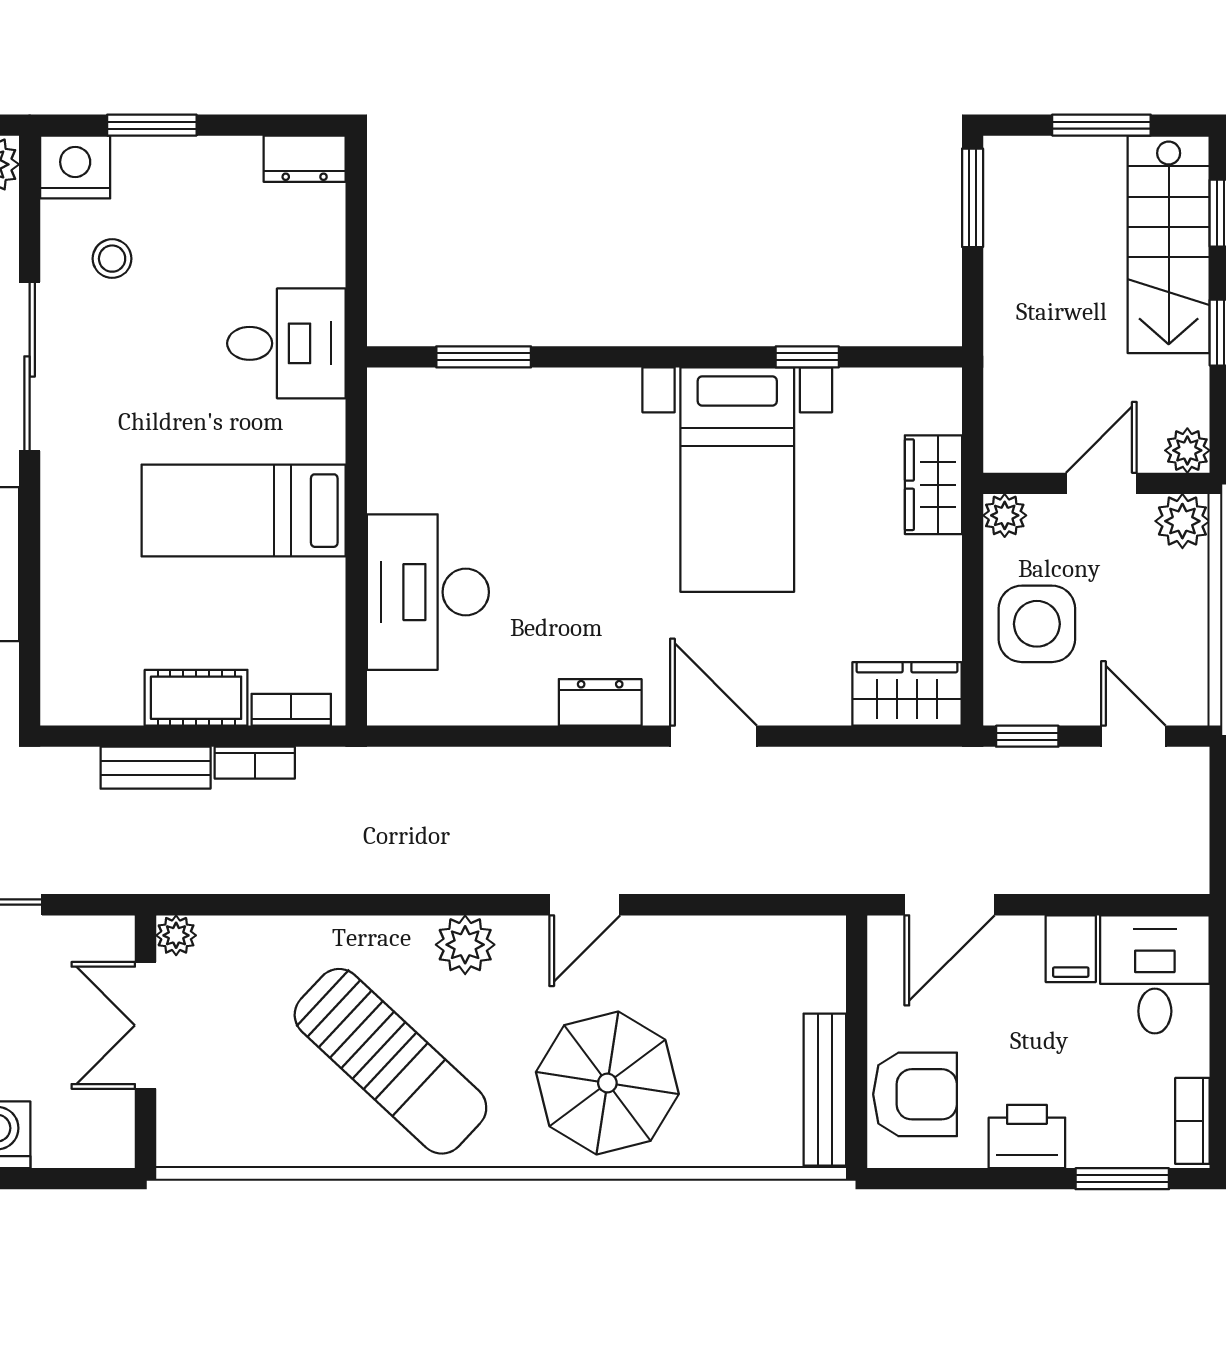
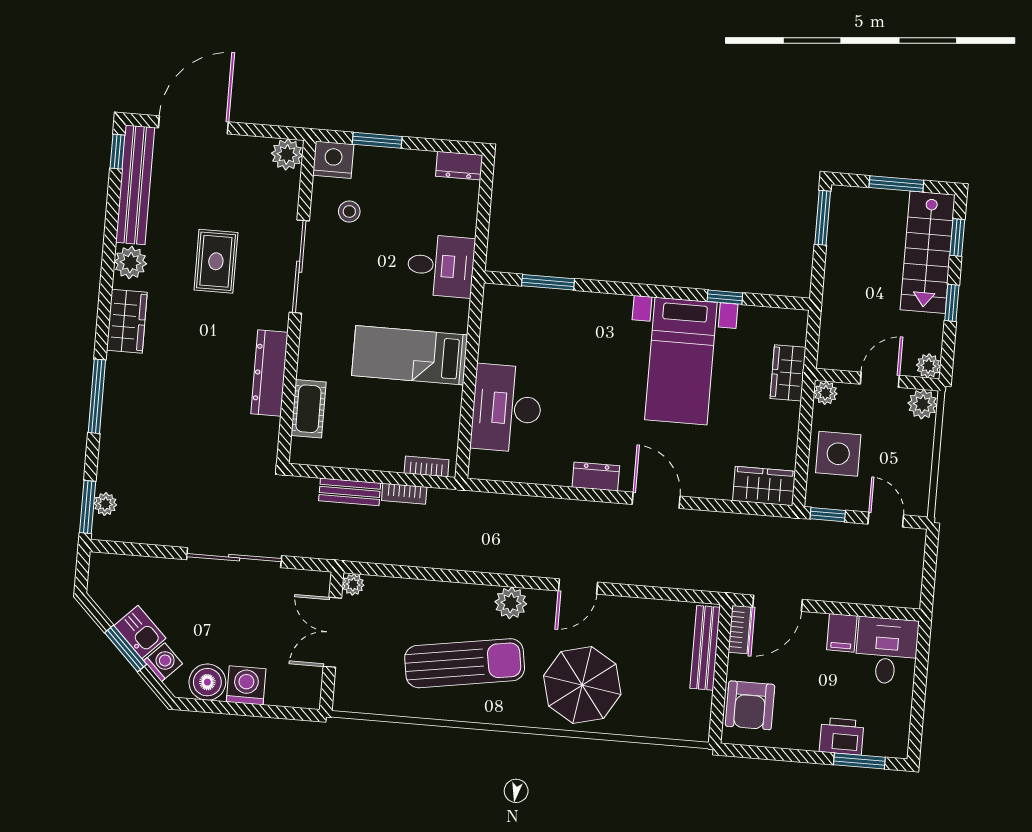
cot: (196, 698) -> (308, 409), moved, turned 90
sun lounger: (390, 1061) -> (465, 663), turned -52
bench: (825, 1090) -> (705, 648), moved
armchair: (915, 1094) -> (750, 705), turned 90
bookcase: (1192, 1121) -> (739, 630), moved, turned 180
printer: (1027, 1136) -> (842, 736), moved

